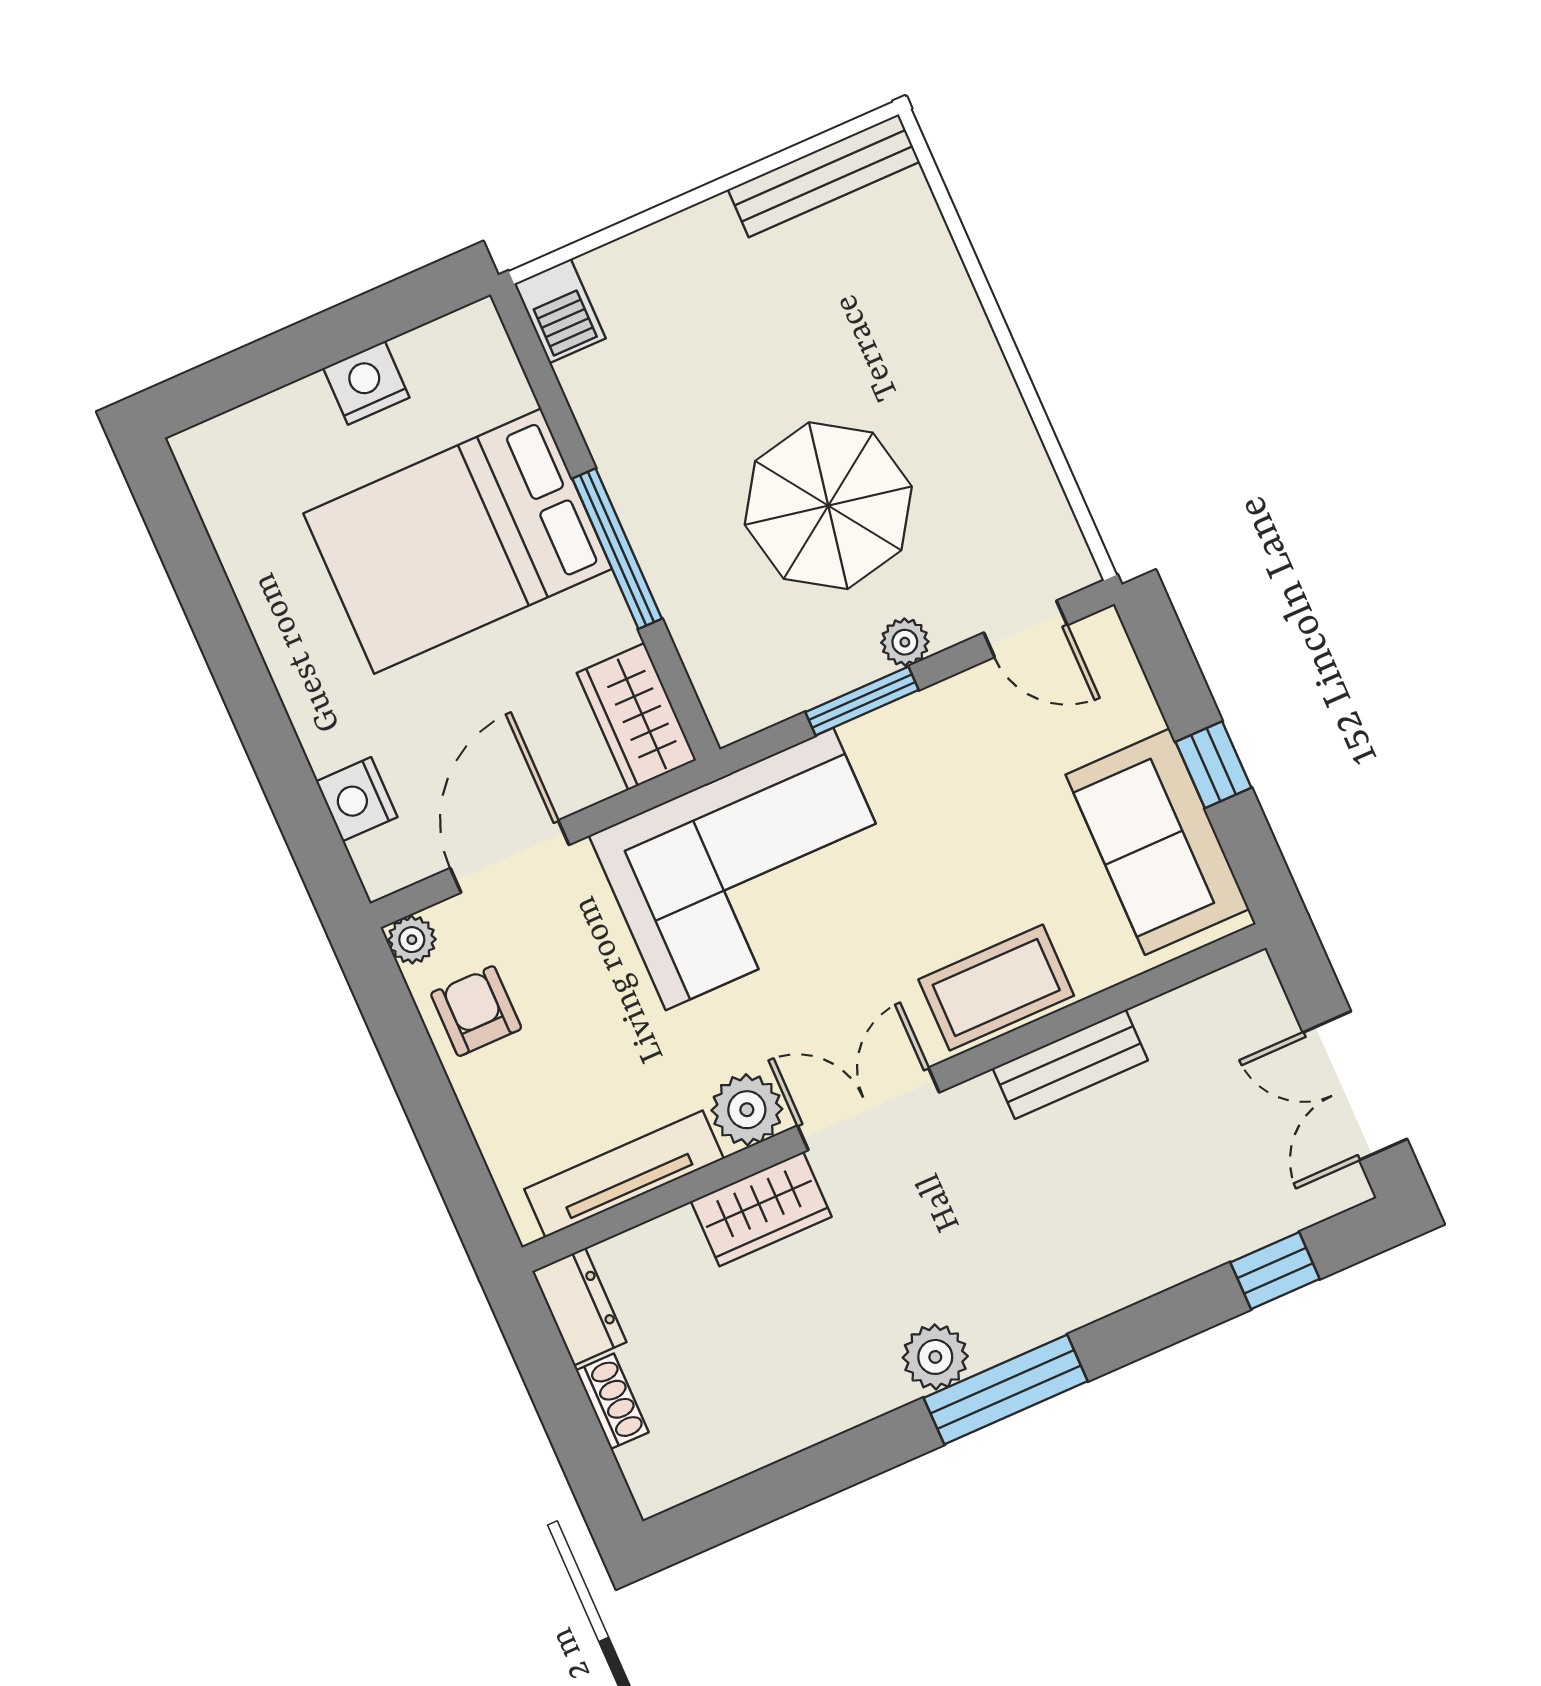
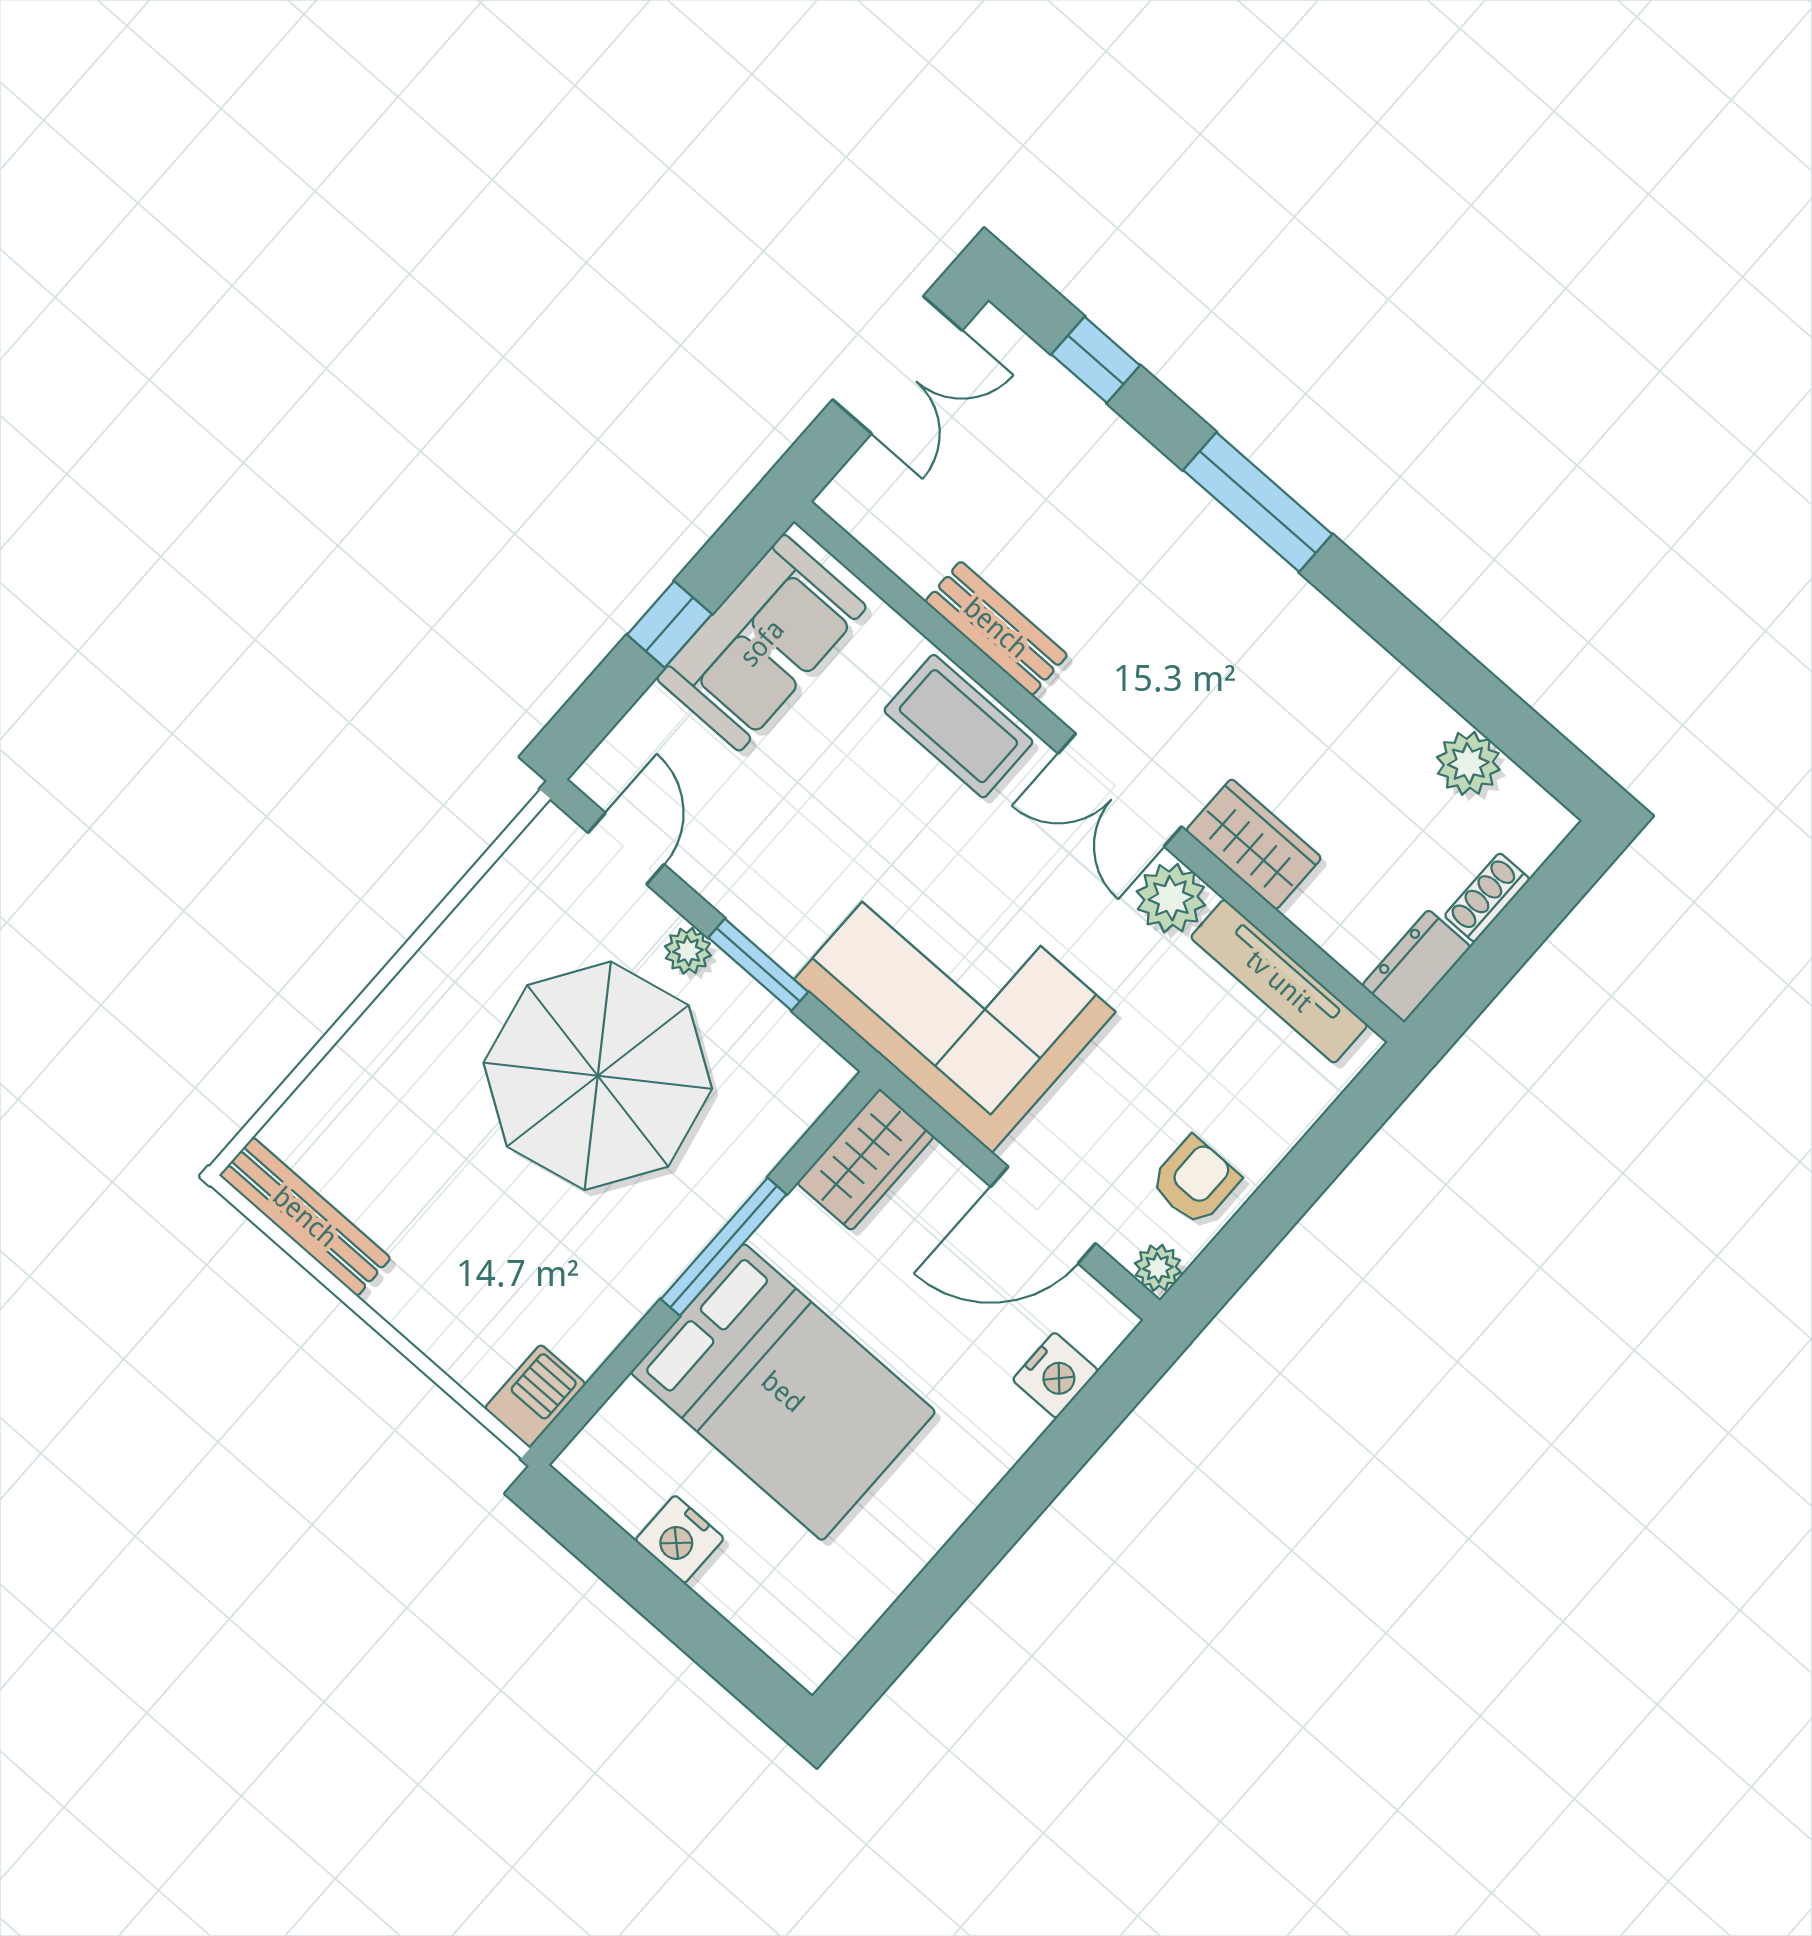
parasol: (828, 506) -> (598, 1076), width x1.36, depth x1.36
armchair: (476, 1011) -> (1195, 1181), turned 180
plant: (935, 1357) -> (1468, 763), moved
window: (1006, 1389) -> (1258, 502), moved

